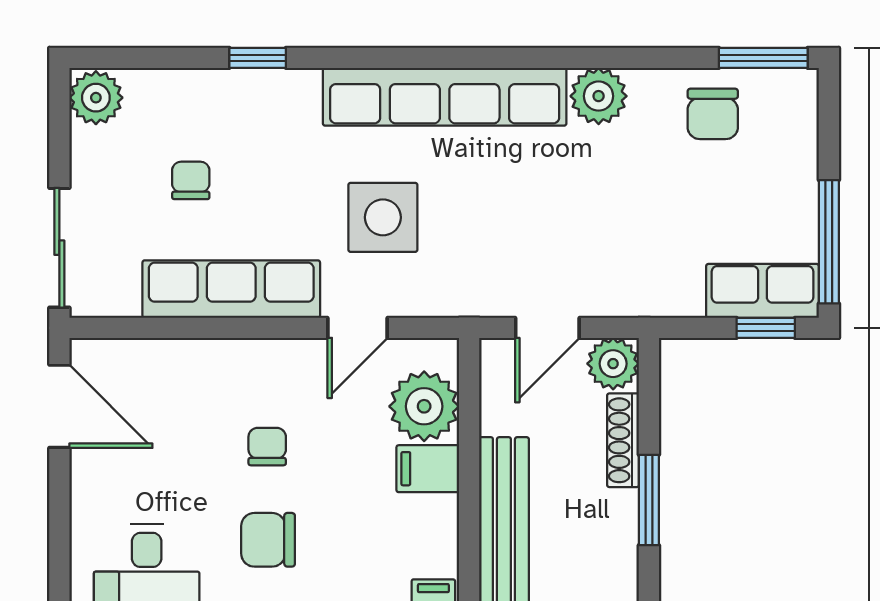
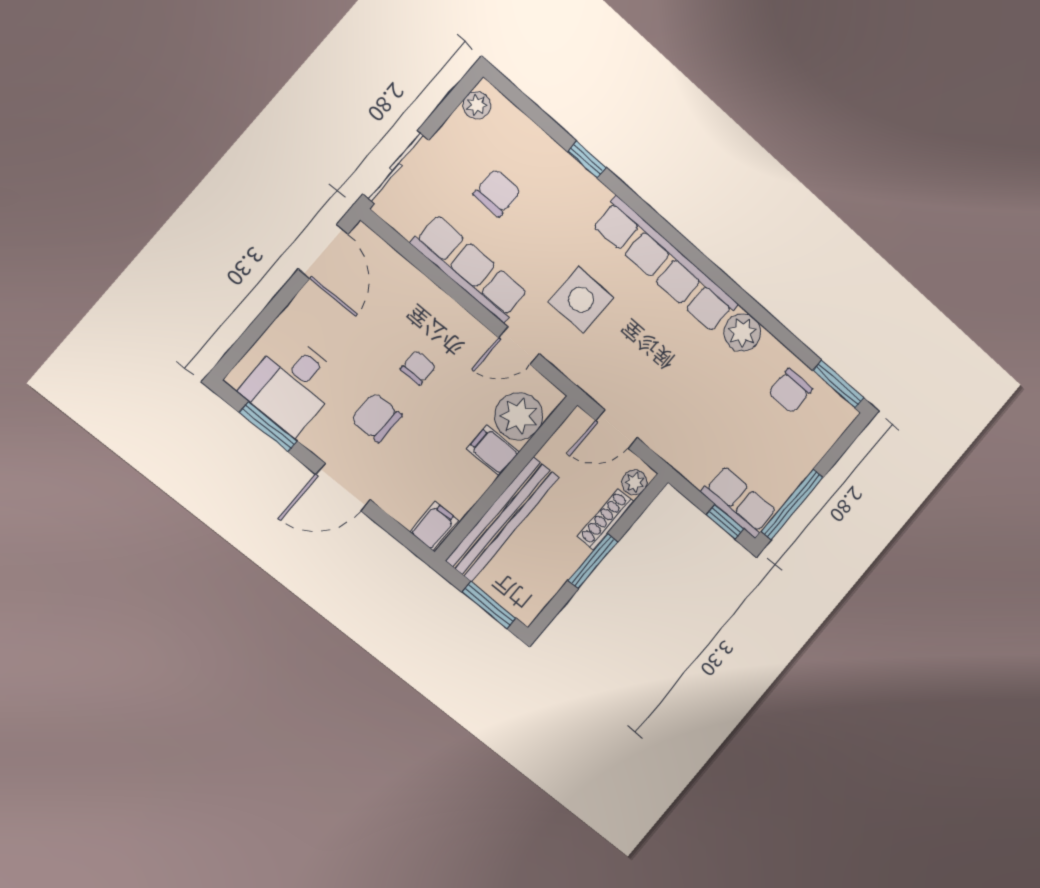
plant: (96, 98) -> (477, 105), width x0.73, depth x0.73
chair: (191, 180) -> (497, 193), width x1.37, depth x1.37
plant: (613, 364) -> (634, 482), width x0.73, depth x0.73

